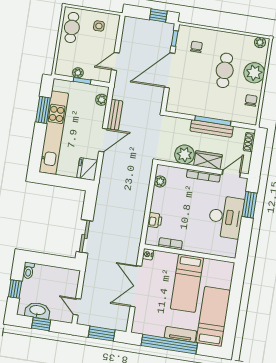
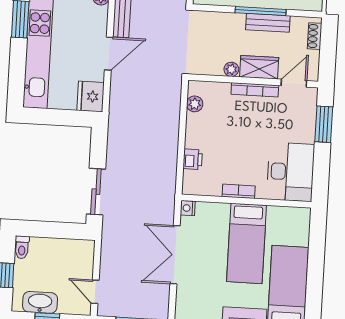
bench: (212, 129) -> (268, 23), width x0.73
plant: (185, 154) -> (231, 69), width x0.53, depth x0.53
desk: (226, 217) -> (290, 172), moved
bookcase: (170, 244) -> (239, 191), moved

